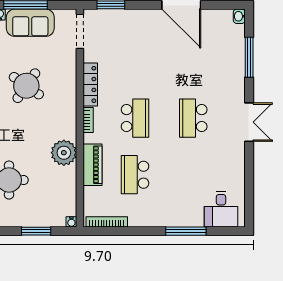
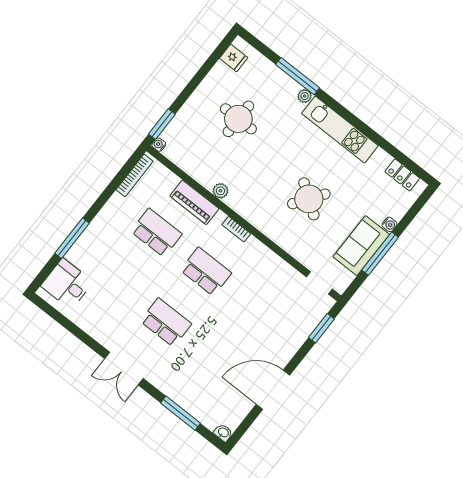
doorway: (80, 31) -> (319, 283), width x0.73
locker: (90, 84) -> (266, 256), removed
school desk: (135, 118) -> (206, 272), turned 180
plant: (64, 153) -> (220, 191), width x0.53, depth x0.53
window: (36, 231) -> (162, 124), moved

